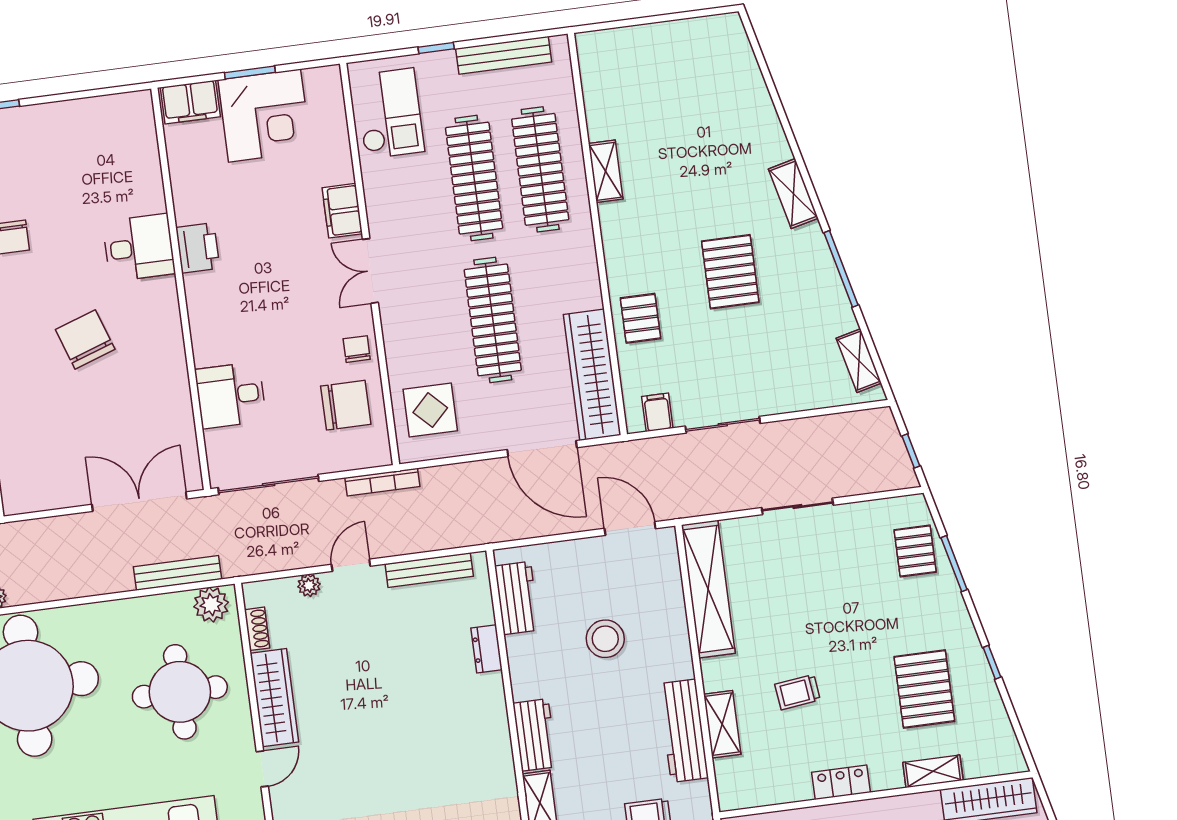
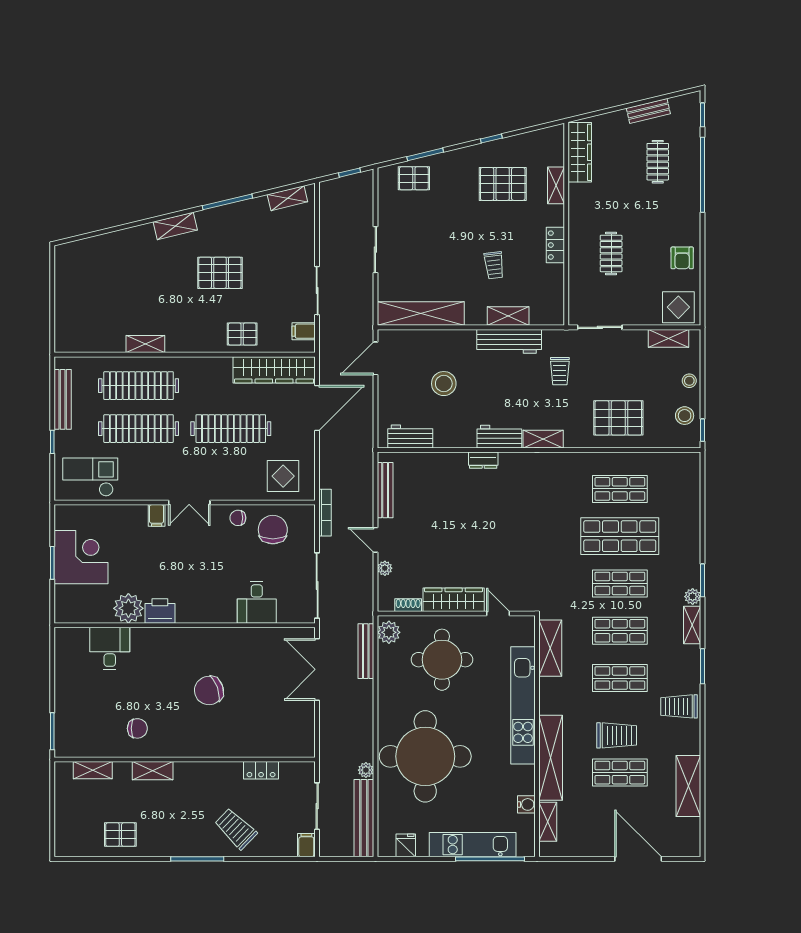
filing cabinet: (190, 102) -> (66, 603), removed
plant: (195, 199) -> (128, 608), added
filing cabinet: (342, 211) -> (157, 515), width x0.50
desk: (139, 248) -> (110, 648), moved
dresser: (487, 649) -> (483, 460), moved

